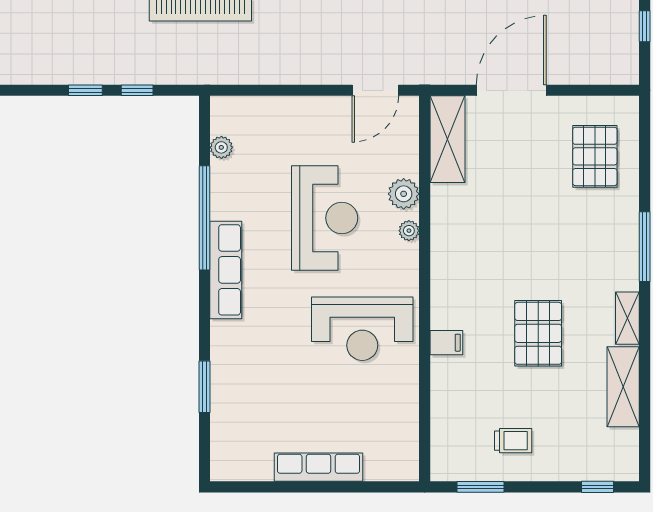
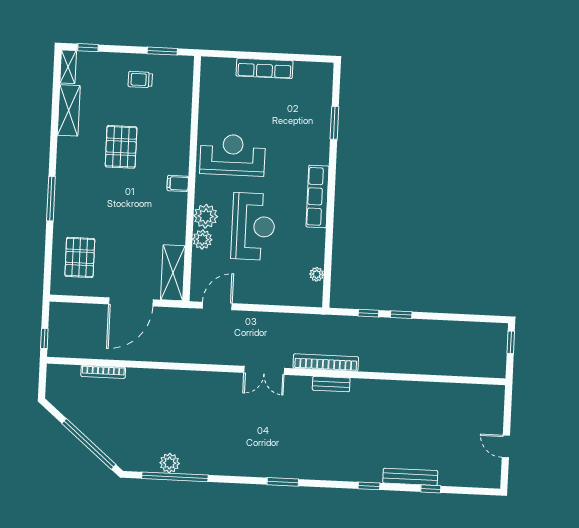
window: (205, 218) -> (329, 230), removed
reception desk: (325, 218) -> (253, 226), turned 180
plant: (409, 231) -> (206, 216), width x1.88, depth x1.88
shelving: (627, 318) -> (68, 67), moved
filing cabinet: (446, 343) -> (178, 183), moved

